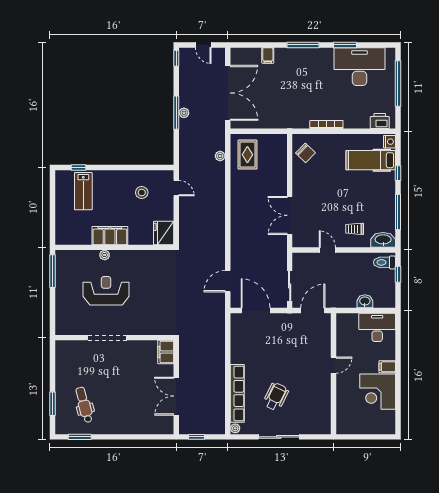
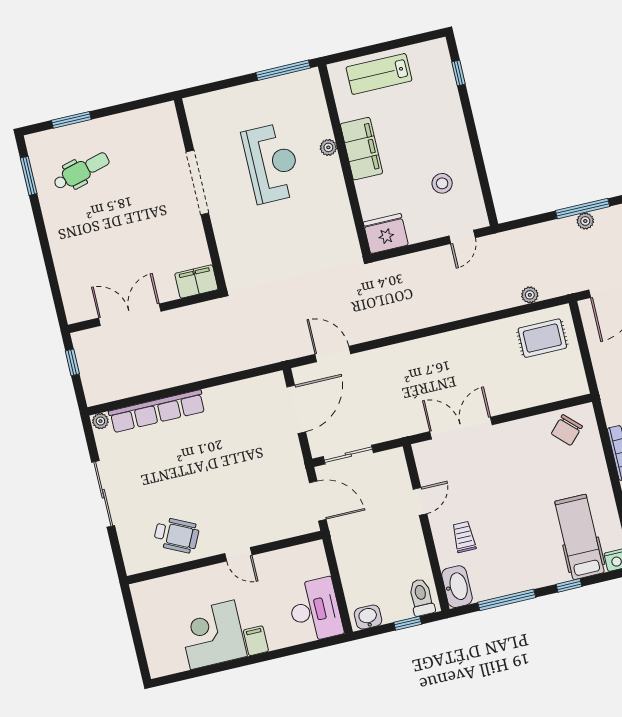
lab bench: (83, 191) -> (379, 74), moved
washbasin: (365, 301) -> (368, 617), moved, turned -90
wheelchair: (276, 397) -> (176, 535), moved

